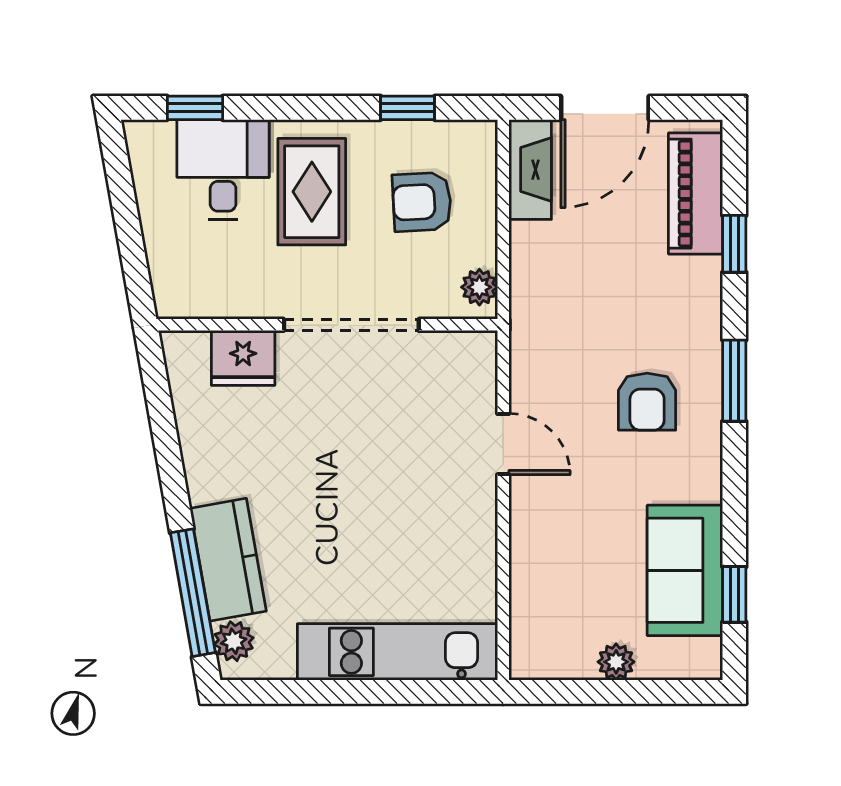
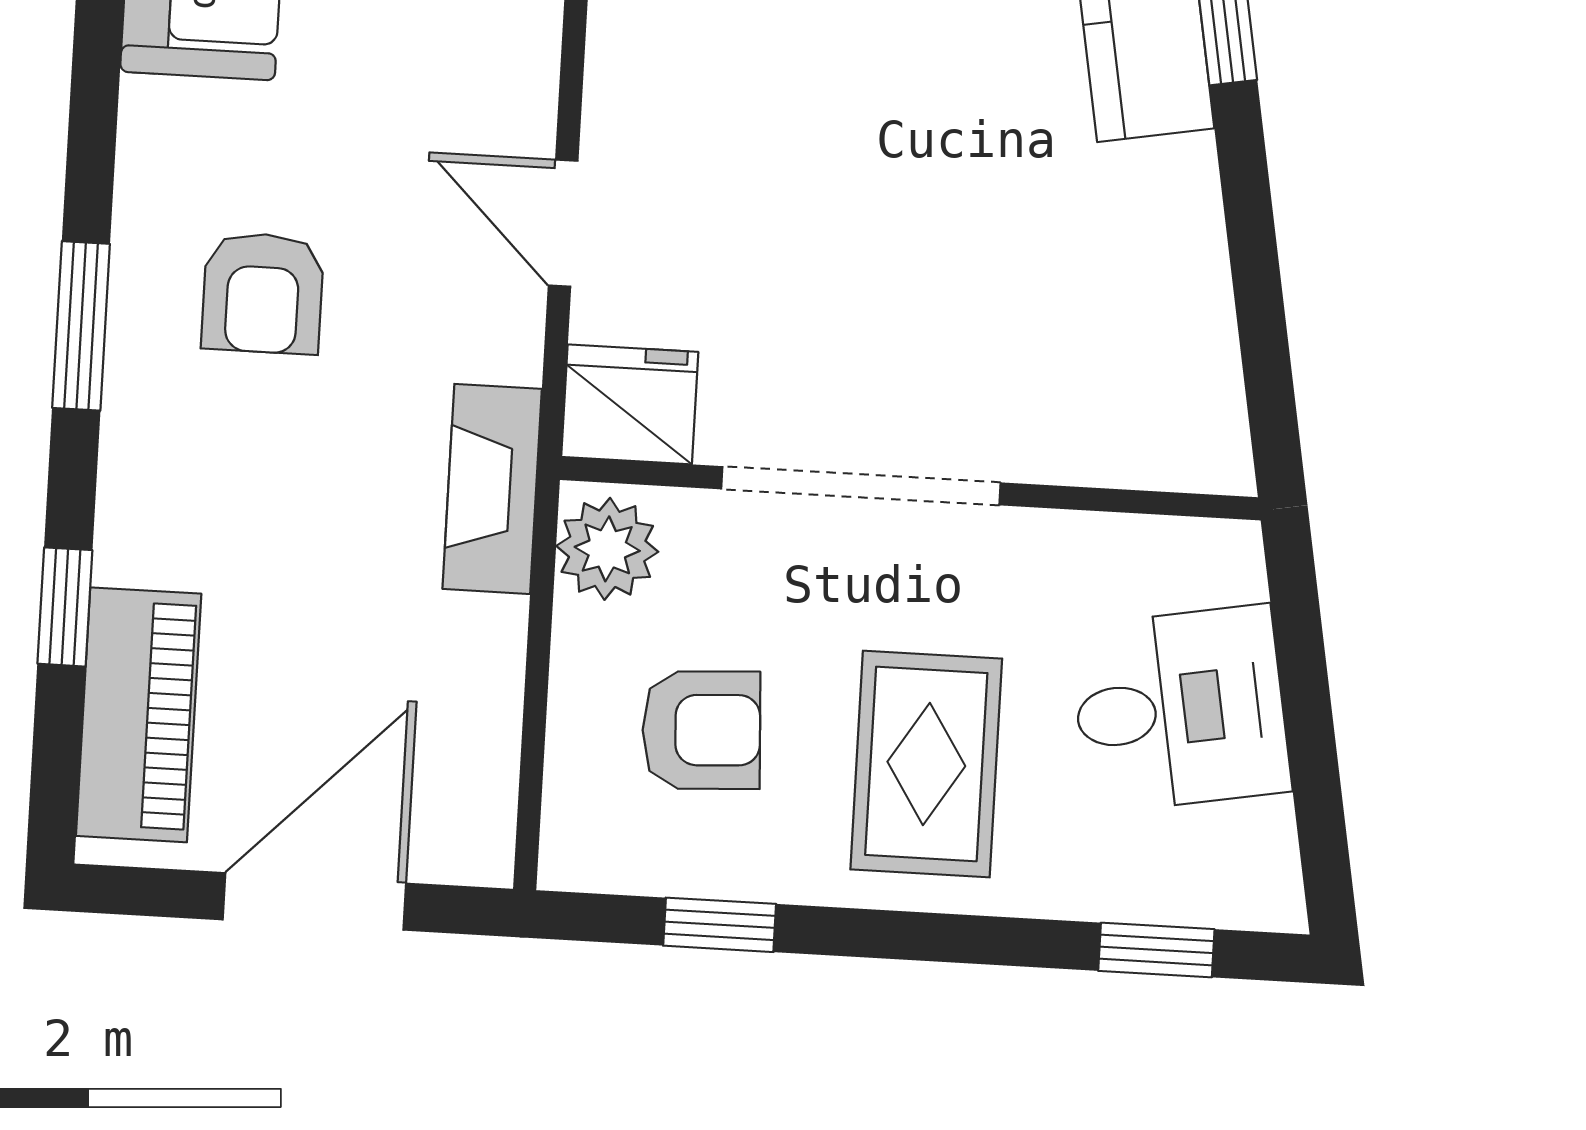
desk: (223, 169) -> (1180, 709), moved, turned -100
fireplace: (530, 170) -> (492, 489), moved
plant: (479, 287) -> (607, 549), width x1.38, depth x1.38
fridge: (243, 358) -> (630, 404), moved
armchair: (647, 402) -> (263, 293), turned 180

